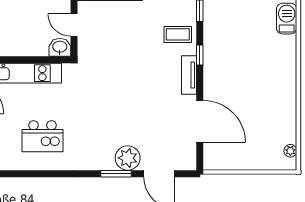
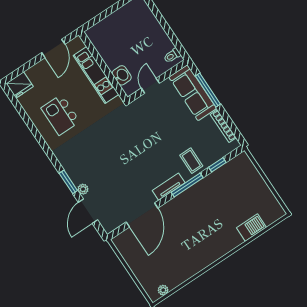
washbasin: (60, 47) -> (122, 75), moved
window: (200, 55) -> (187, 185), width x2.17
plant: (128, 158) -> (83, 189), width x0.53, depth x0.53

